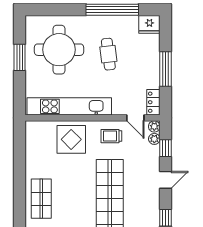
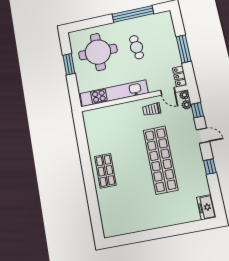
fridge: (149, 24) -> (164, 18), removed
display table: (71, 139) -> (120, 119), removed
door: (166, 180) -> (203, 136), hinge flipped

